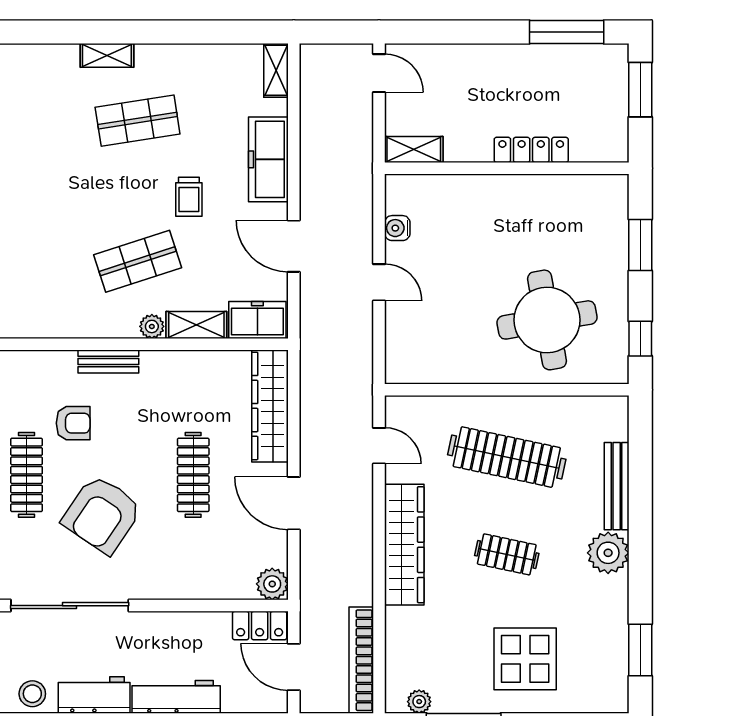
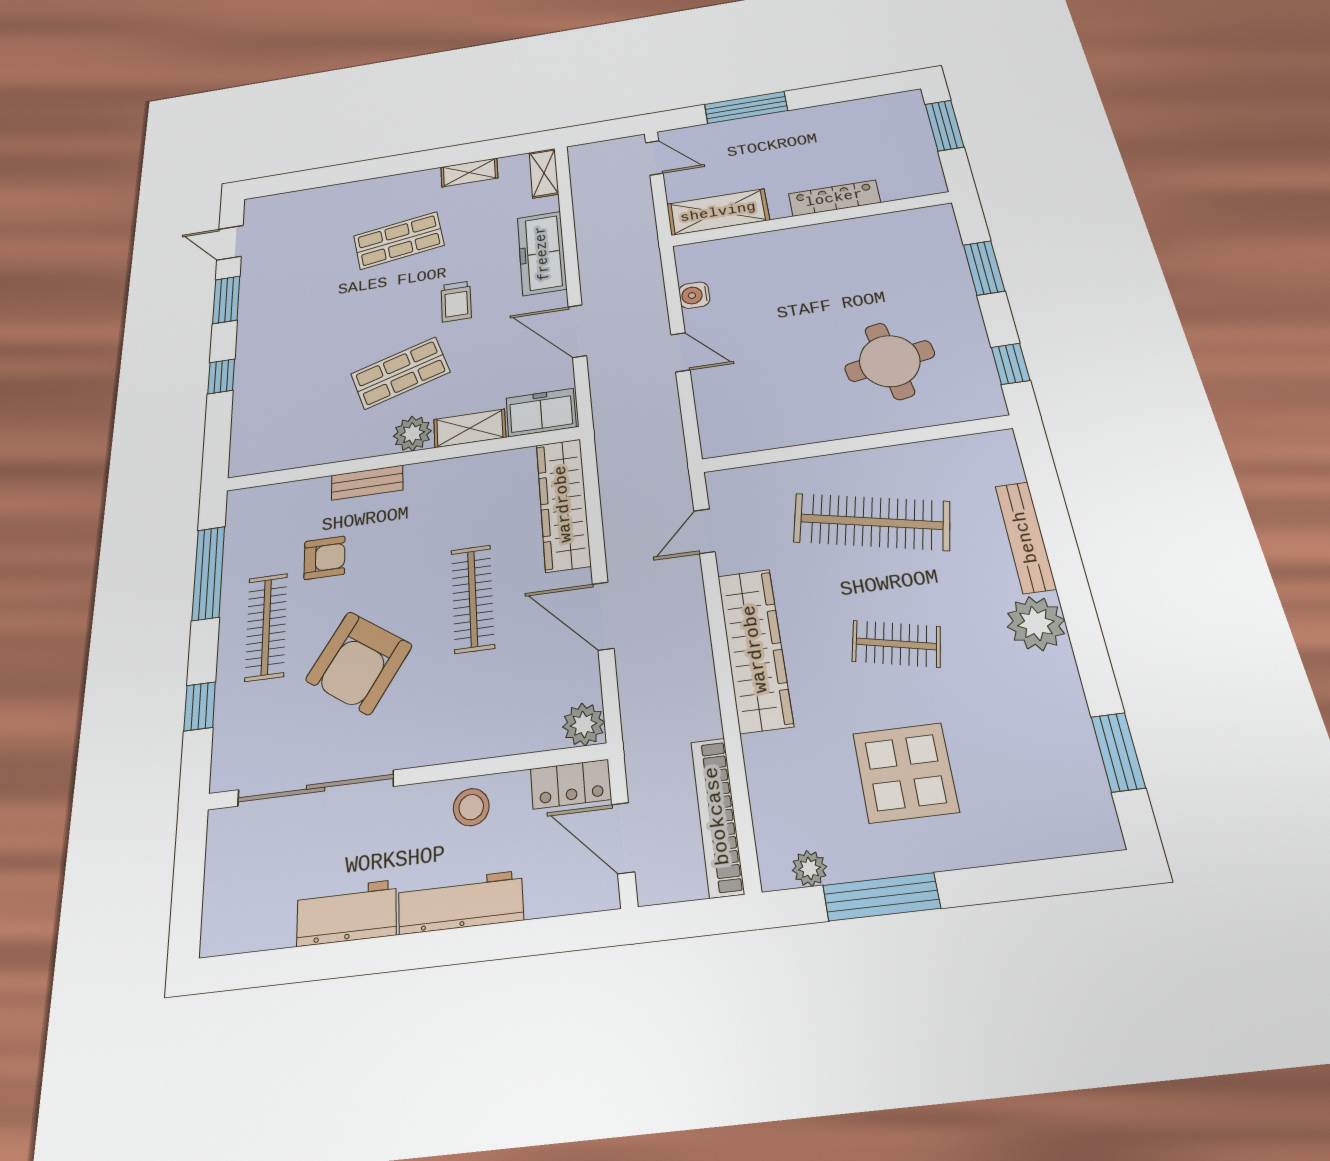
window: (567, 32) -> (746, 107), moved
shelving: (107, 55) -> (469, 173), moved
shelving: (414, 149) -> (718, 212), width x1.50, depth x1.33
round table: (547, 320) -> (890, 361), width x0.73, depth x0.73
plant: (152, 326) -> (412, 434), width x1.38, depth x1.38
door: (379, 446) -> (704, 531), swing flipped
display table: (525, 659) -> (905, 772), moved
stool: (32, 694) -> (471, 807), moved

